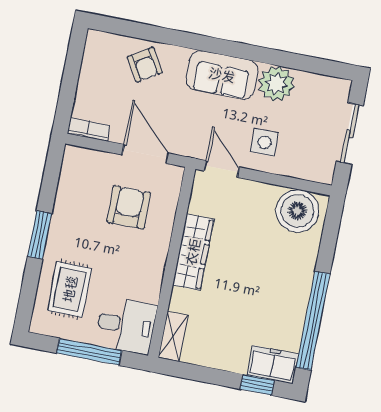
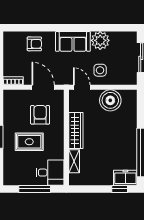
armchair: (145, 65) -> (34, 44), turned -58
boiler: (297, 211) -> (110, 100), moved
rug: (70, 289) -> (29, 142), moved, turned 90
shelving: (173, 337) -> (74, 161), moved

